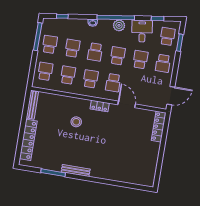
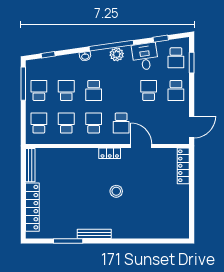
school desk: (167, 36) -> (176, 58), turned 180
school desk: (118, 56) -> (121, 90), removed
stool: (76, 122) -> (116, 191), moved

